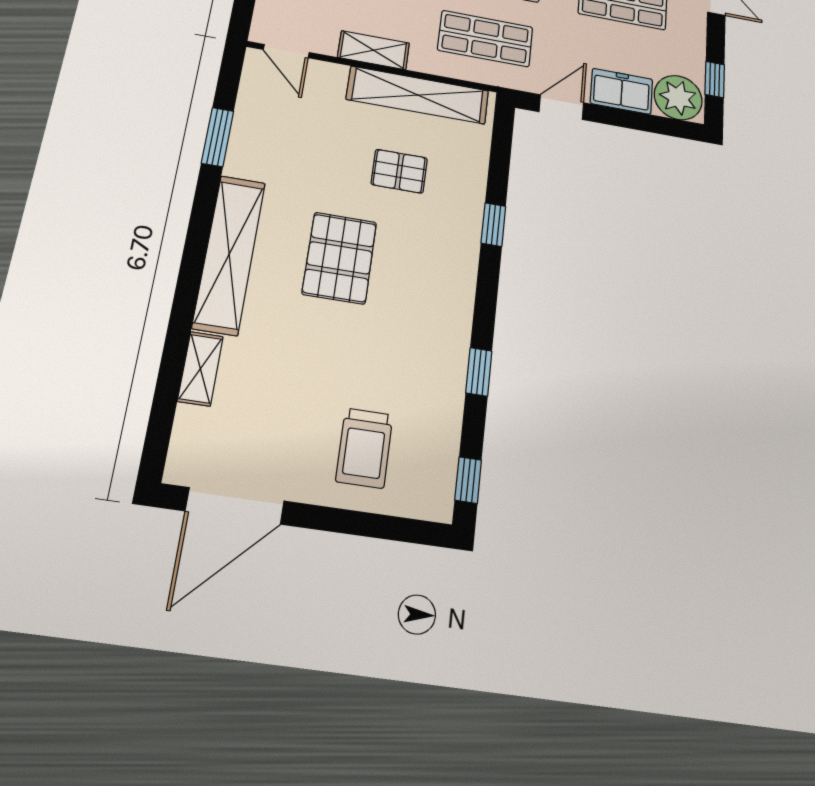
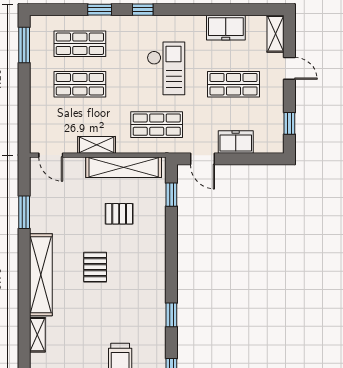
plant: (678, 98) -> (268, 139), removed
door: (561, 107) -> (202, 159), swing flipped
window: (493, 225) -> (171, 195), moved
pallet: (340, 258) -> (95, 267), width x0.67, depth x0.71

